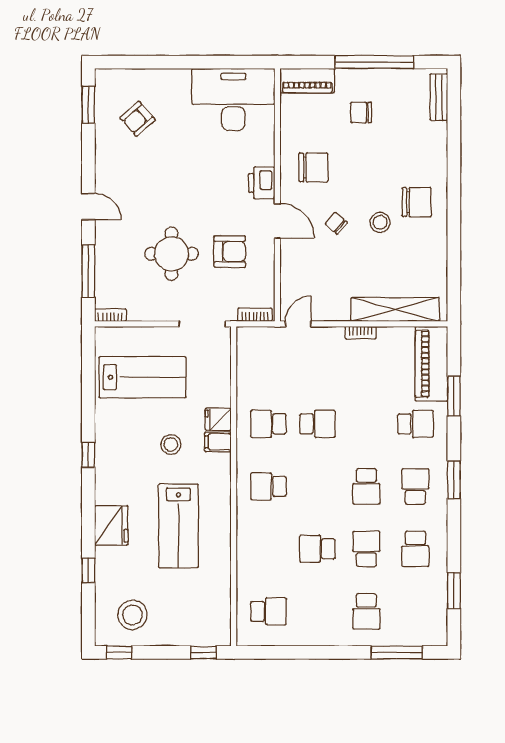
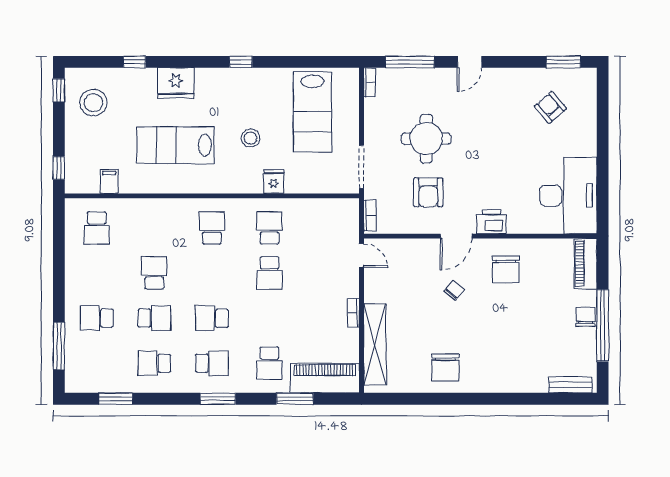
chair: (361, 112) -> (586, 317), moved
chair: (417, 202) -> (445, 367), moved
stool: (380, 222) -> (455, 331), removed
filing cabinet: (218, 442) -> (109, 181), moved

